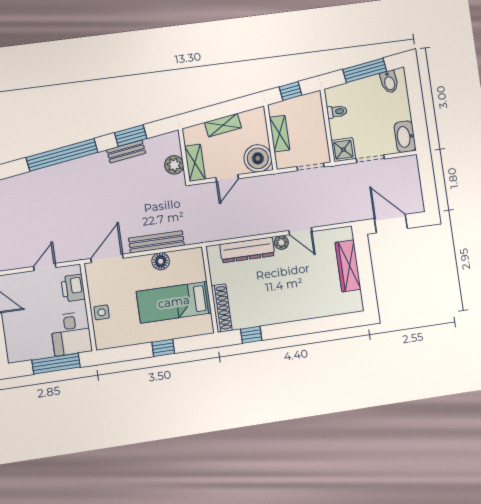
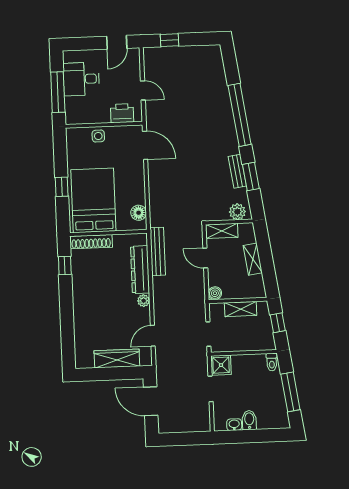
bidet: (389, 82) -> (249, 420), moved, turned 98
toilet: (337, 112) -> (272, 362), moved
washbasin: (405, 137) -> (234, 425), width x0.52, depth x0.69
boiler: (258, 158) -> (215, 293), width x0.54, depth x0.54
plant: (174, 165) -> (237, 212), moved
door: (391, 224) -> (151, 401), swing flipped
door: (300, 231) -> (153, 336), moved
bench: (156, 242) -> (158, 251), moved
floor lamp: (161, 261) -> (139, 213), moved
bed: (174, 302) -> (93, 200), width x1.50
desk: (71, 334) -> (81, 79), moved

